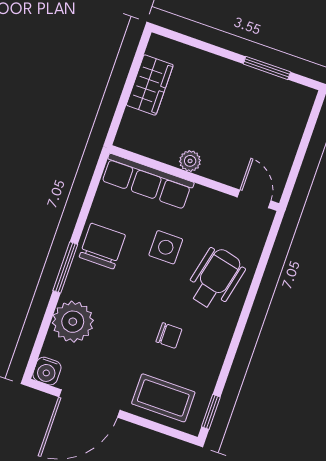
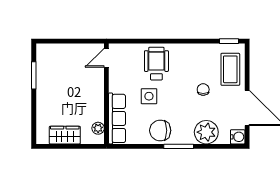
plant: (190, 161) -> (98, 128), moved
wheelchair: (215, 278) -> (156, 64), turned 77
chair: (169, 335) -> (203, 90), moved

